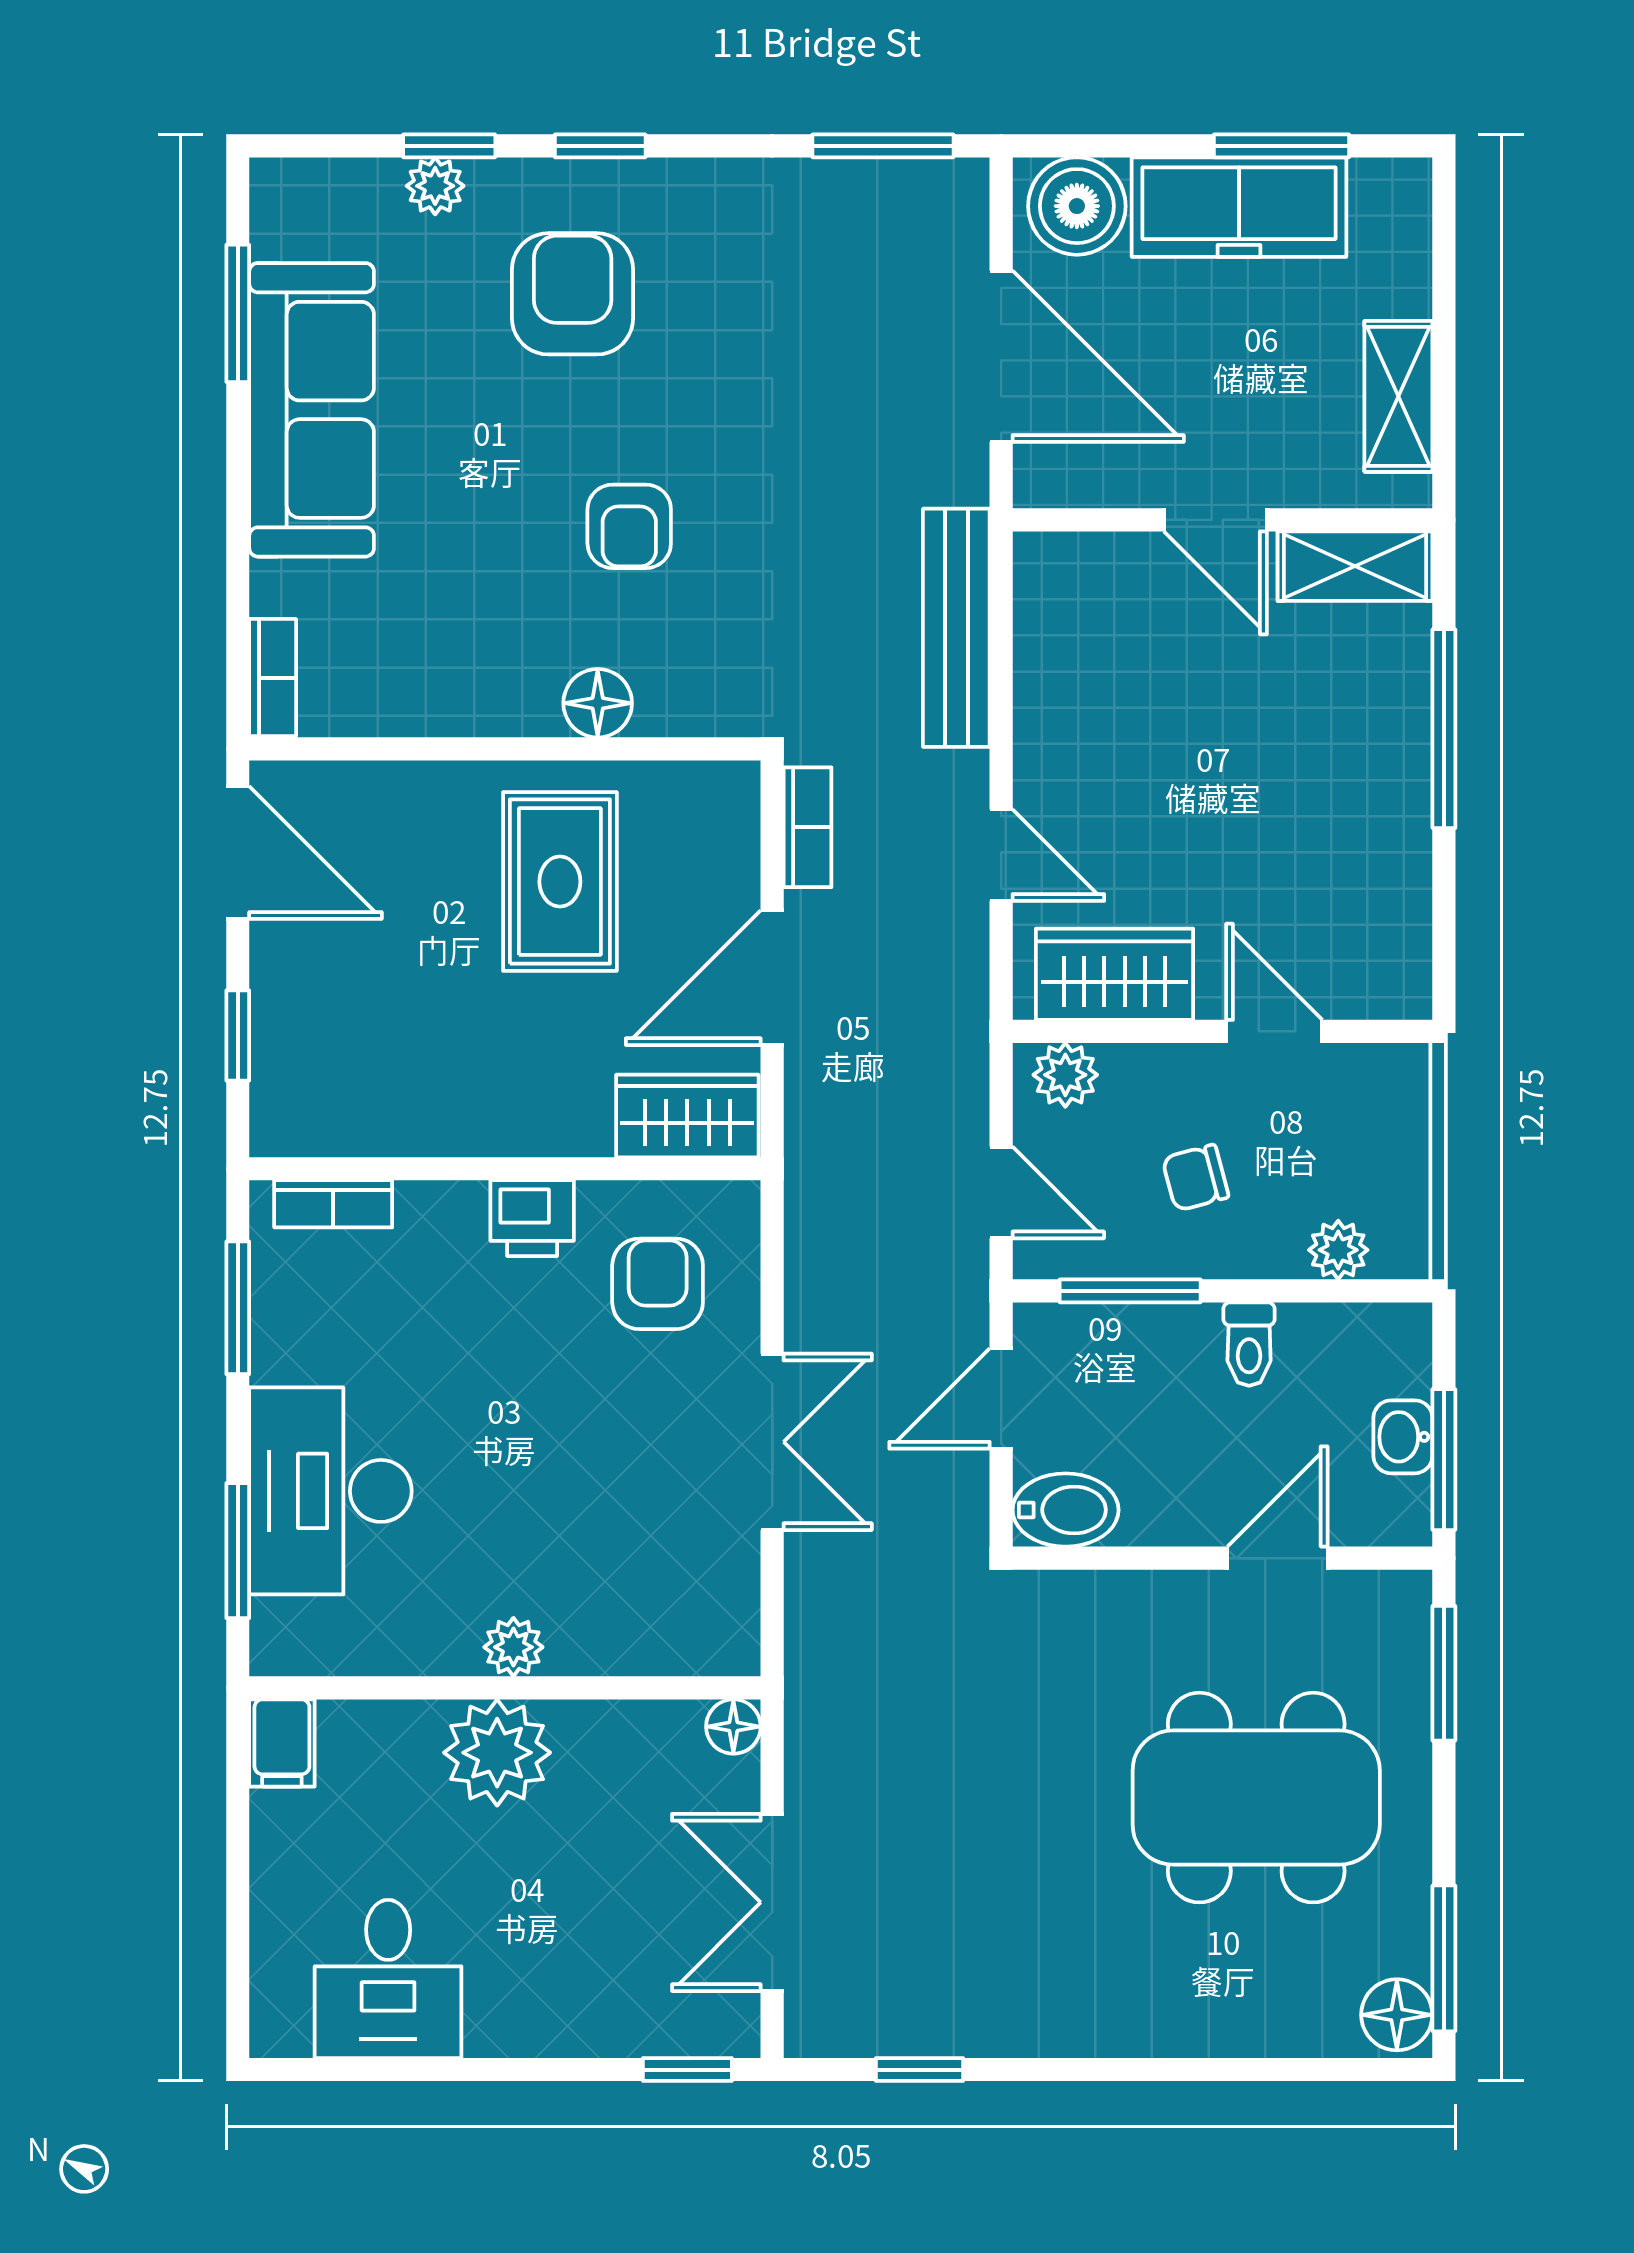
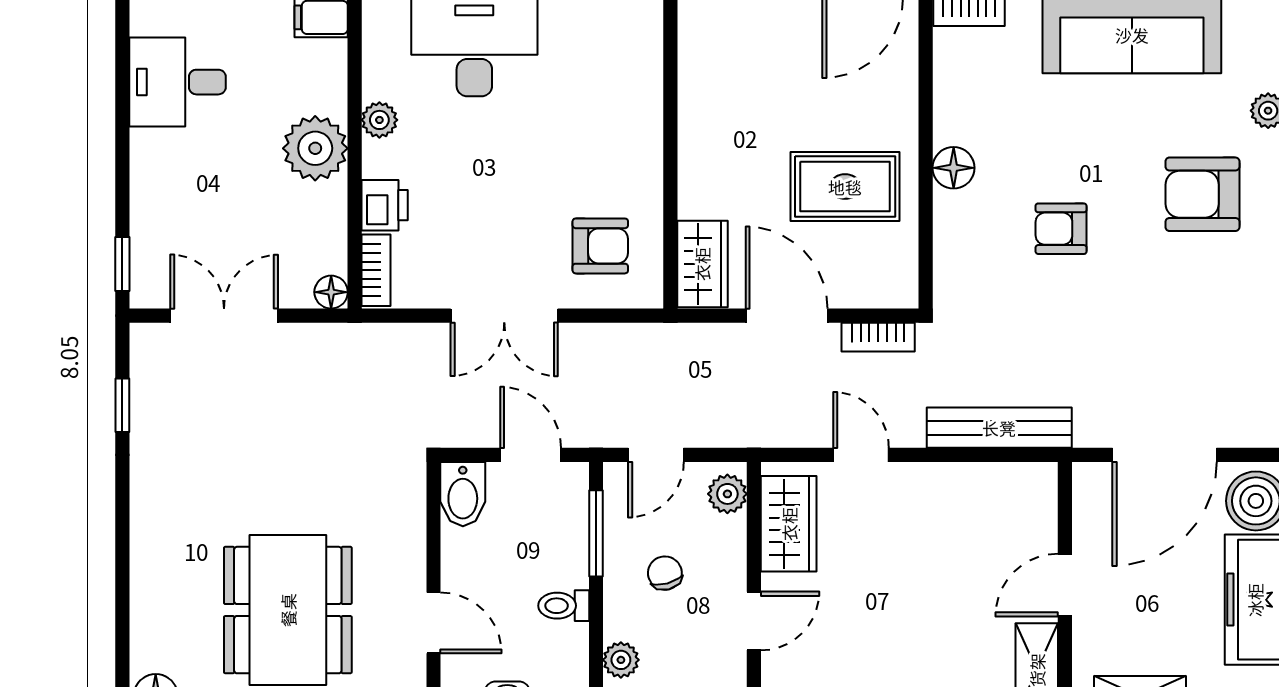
armchair: (573, 294) -> (1202, 194), turned 180
floor lamp: (598, 703) -> (954, 168), moved
door: (1001, 855) -> (861, 455), swing flipped
bookcase: (333, 1204) -> (376, 270), moved, turned 180
printer: (532, 1218) -> (385, 205), moved, turned 180
plant: (513, 1647) -> (379, 120), moved

